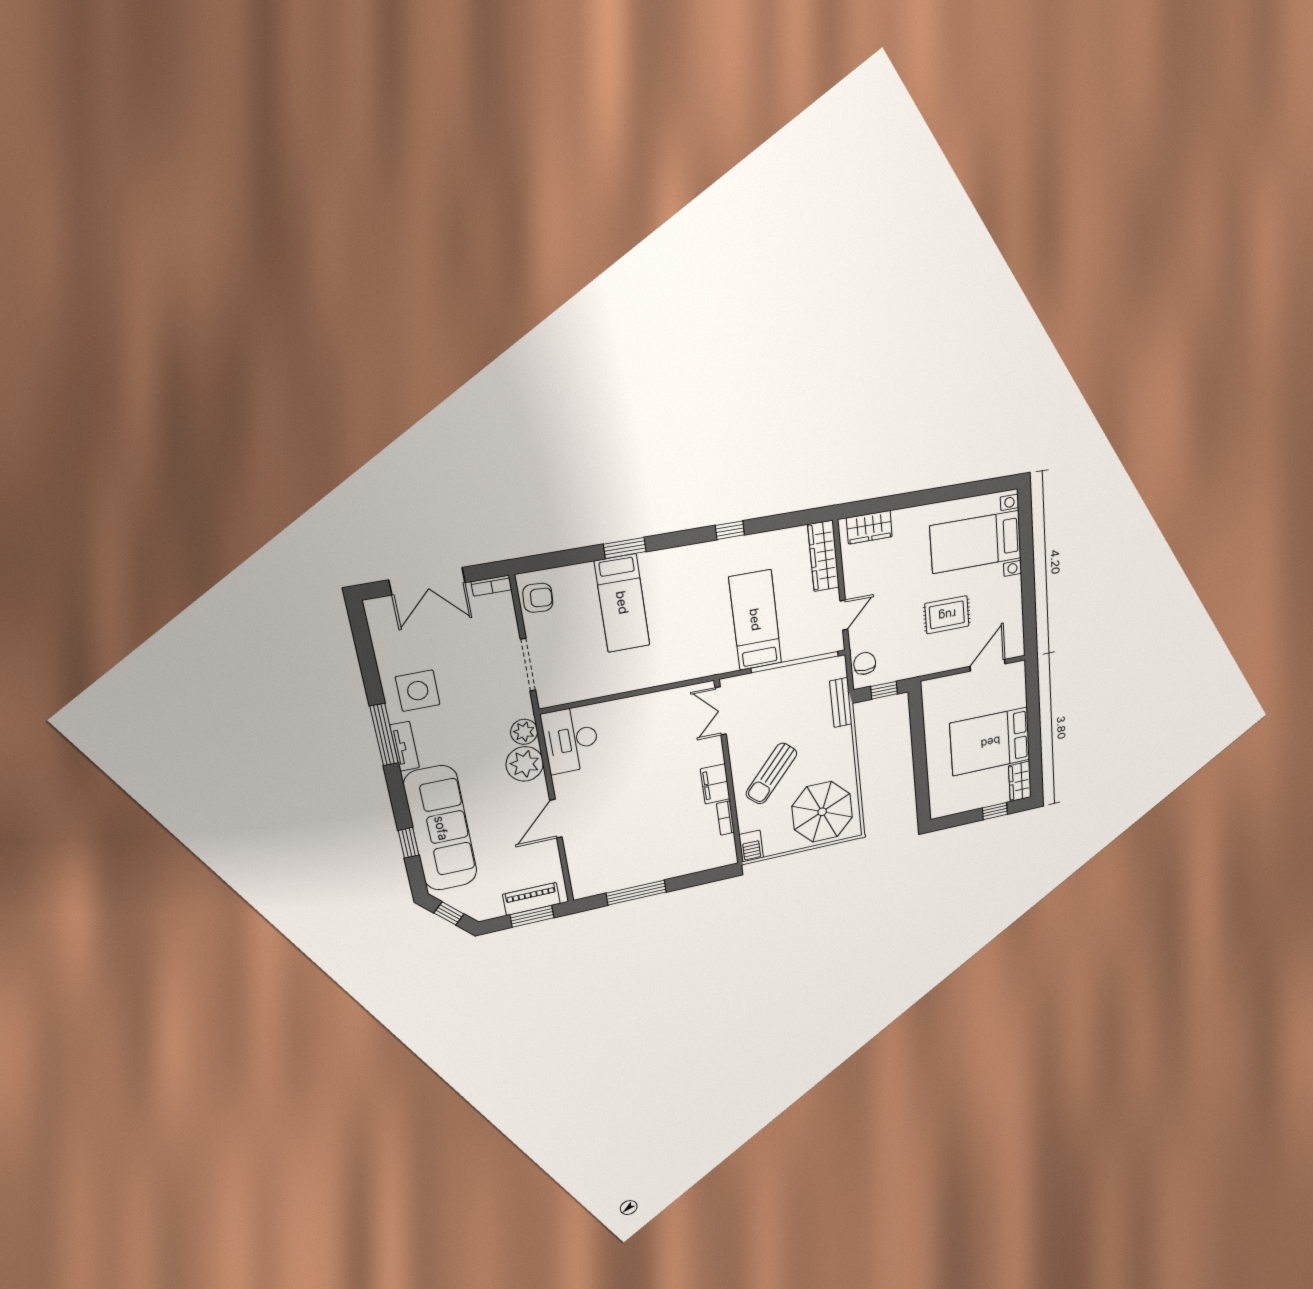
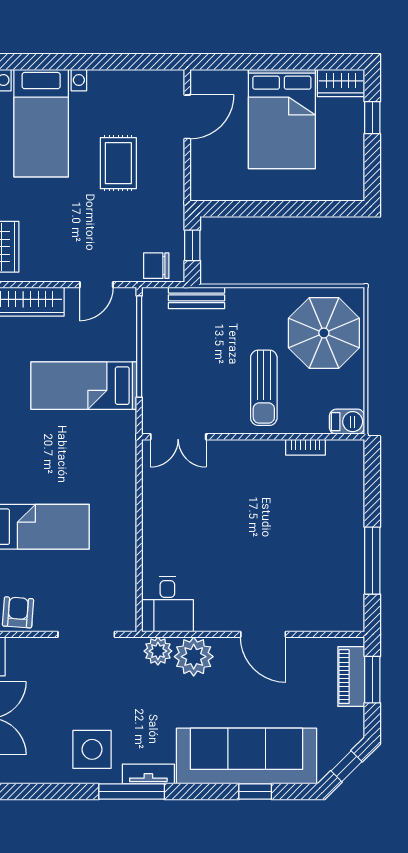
door: (844, 615) -> (96, 285), swing flipped
door: (988, 665) -> (187, 117), swing flipped
desk: (571, 740) -> (167, 604), width x0.73
sun lounger: (771, 774) -> (264, 388), turned 48
filing cabinet: (715, 784) -> (262, 454), removed

